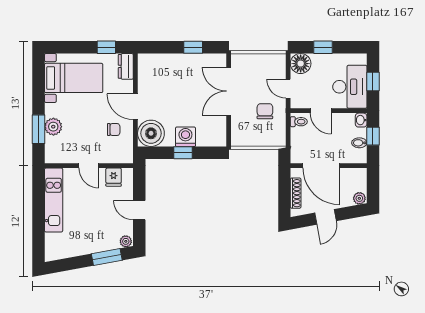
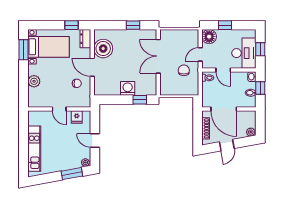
door: (288, 89) -> (200, 54), hinge flipped
window: (38, 129) -> (24, 50), moved
boiler: (151, 133) -> (103, 49), moved
window: (183, 153) -> (140, 100), moved
kitchen unit: (54, 200) -> (34, 149), moved

